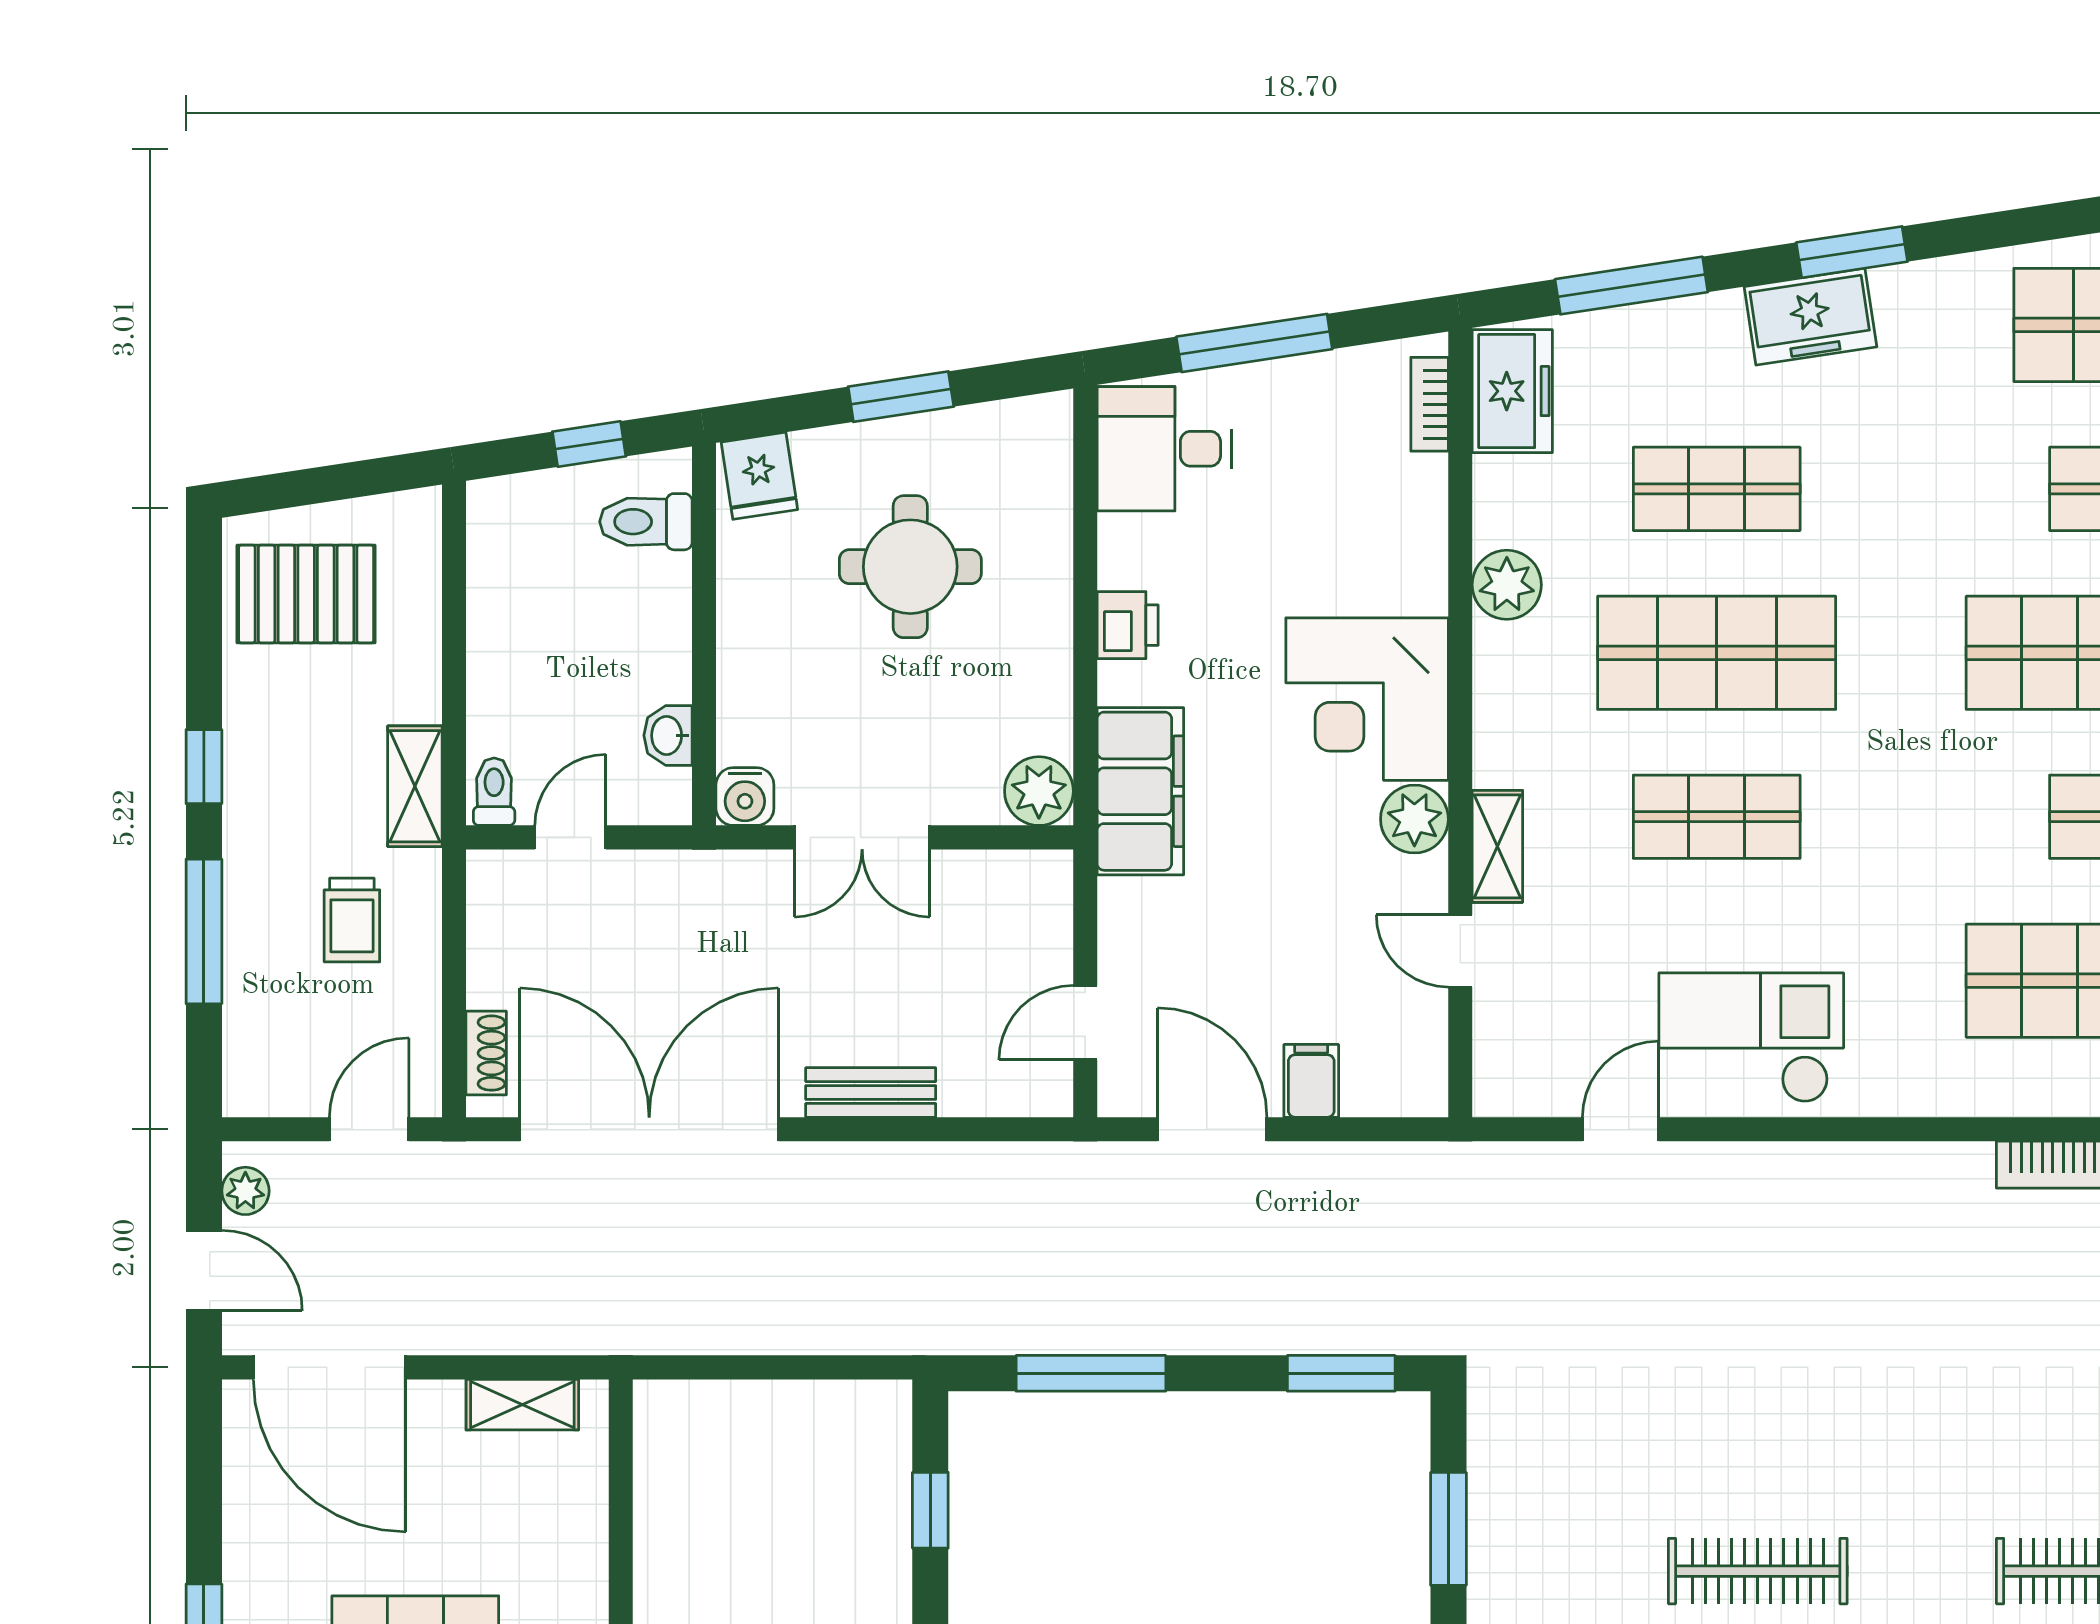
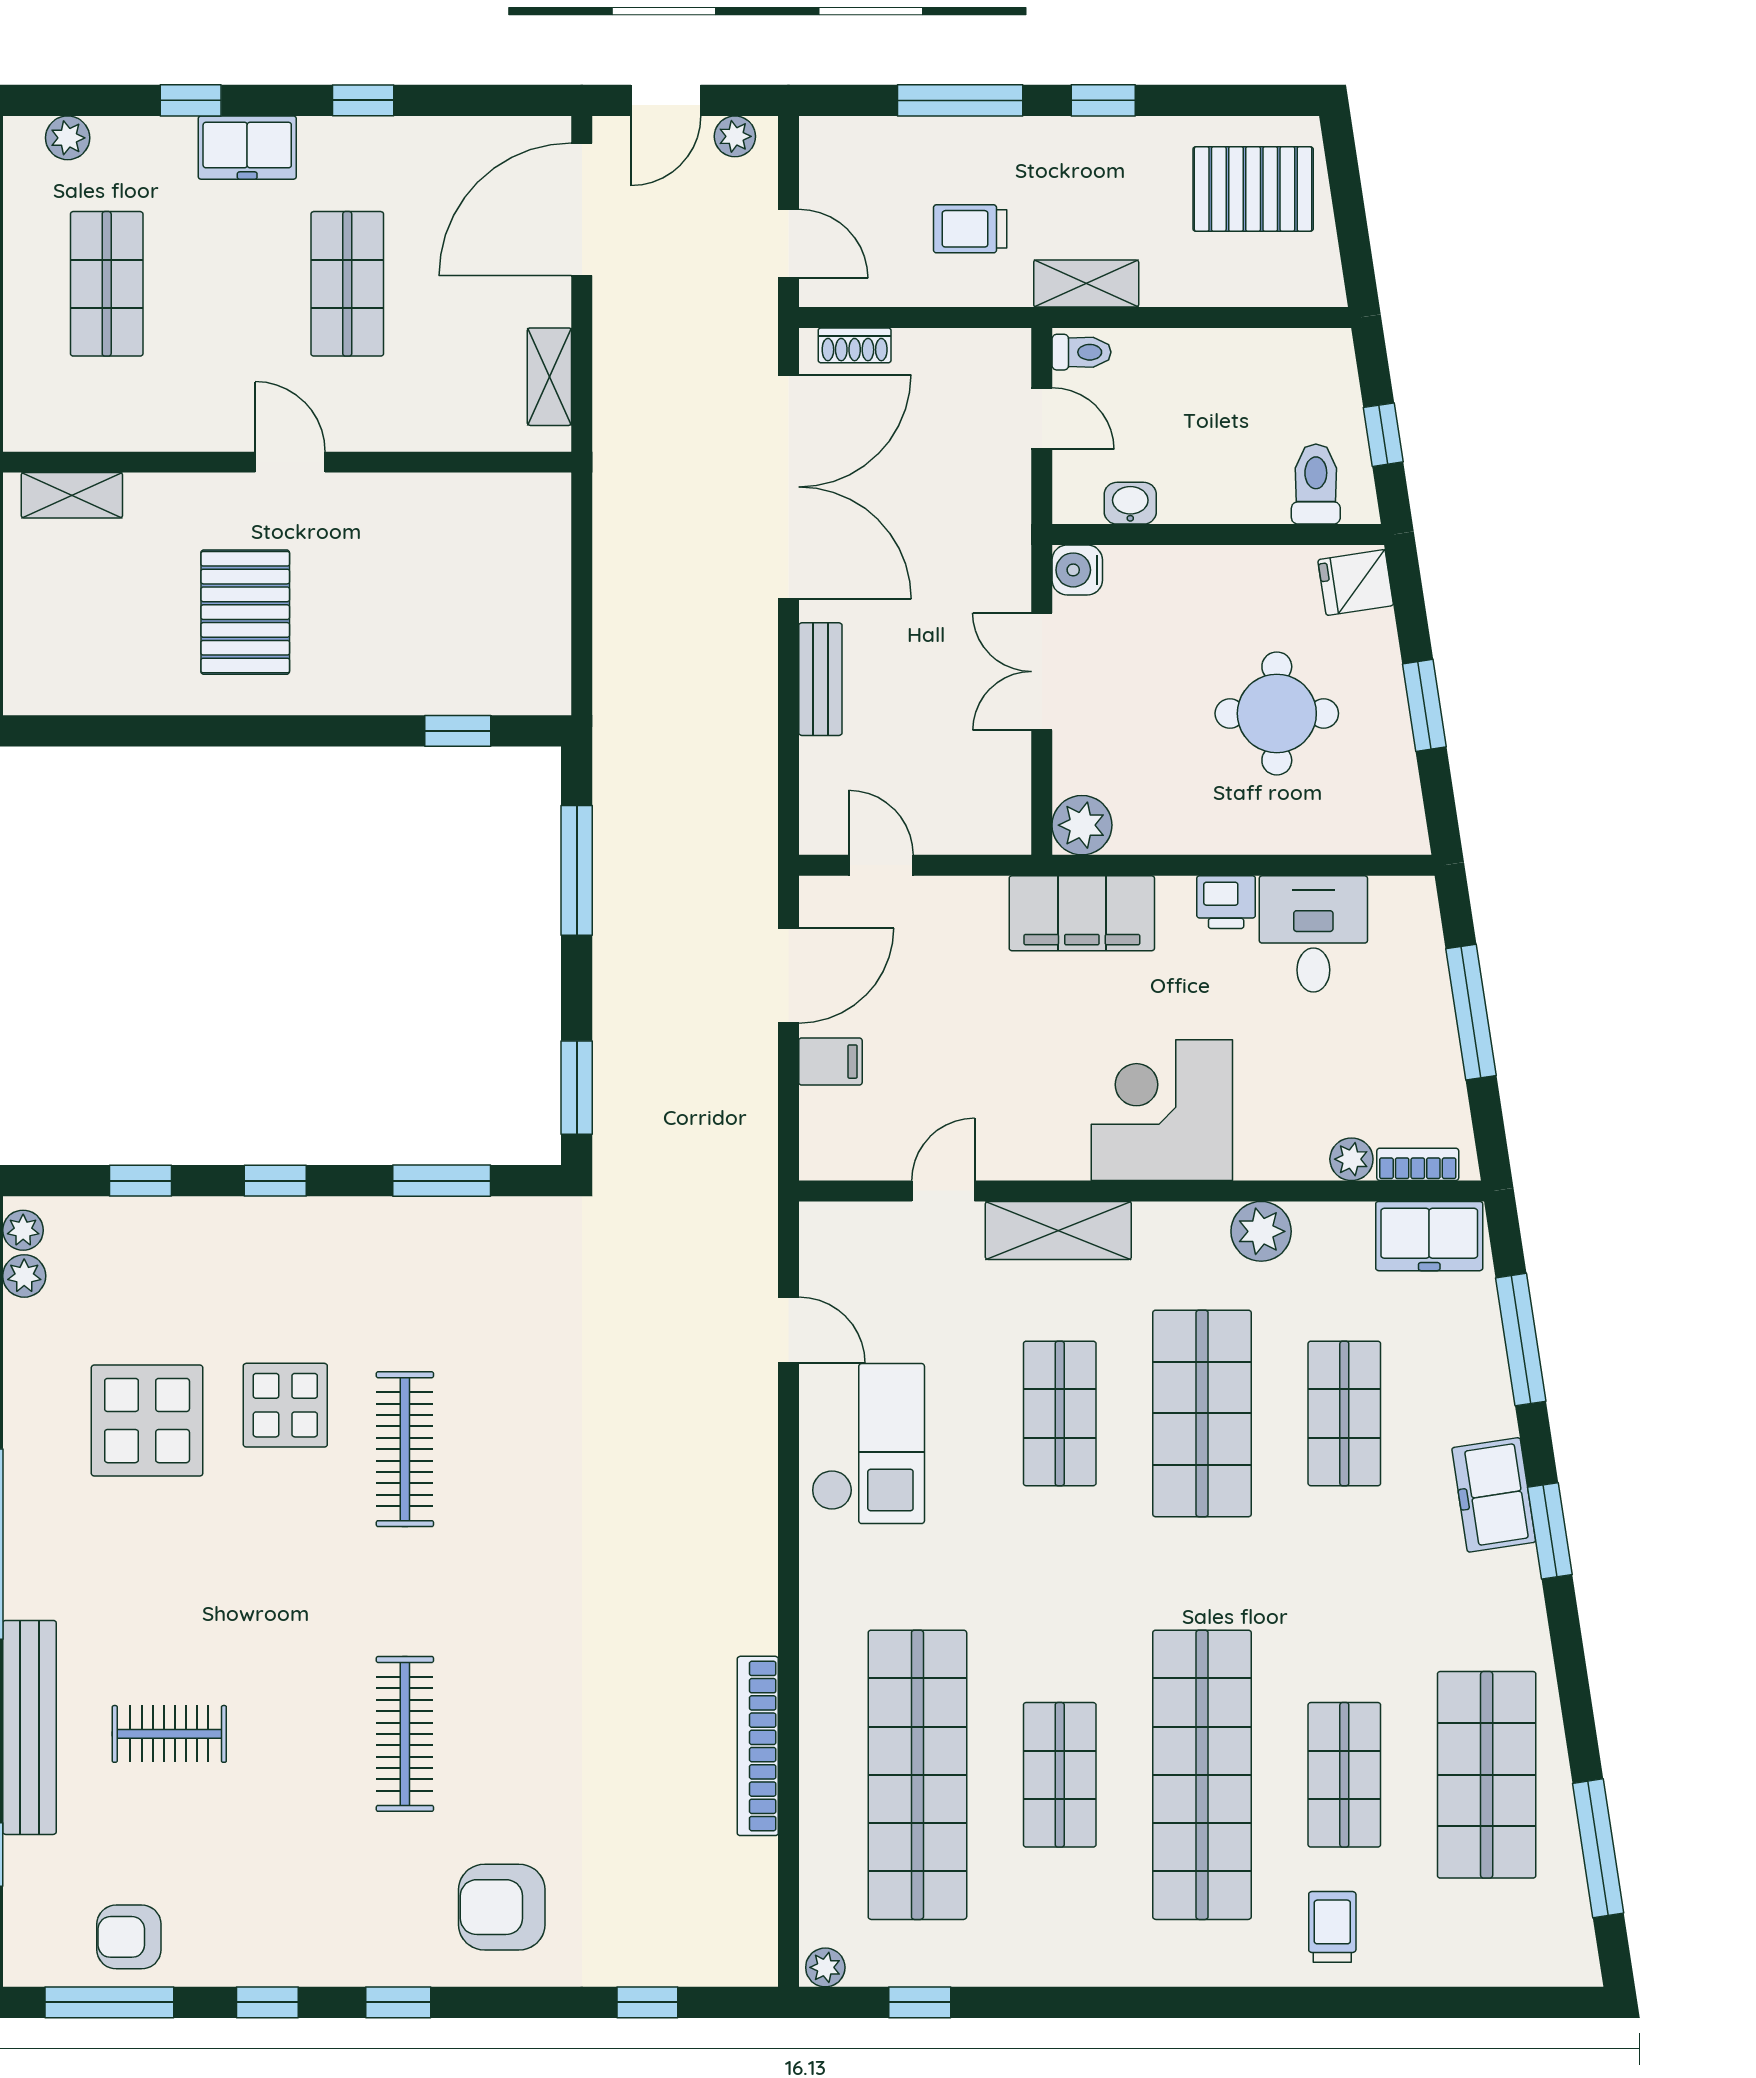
desk: (1164, 449) -> (1313, 934), moved
pallet: (306, 594) -> (1253, 189), turned 90
plant: (1414, 819) -> (1351, 1159), moved, width x0.73, depth x0.73
shelving: (1497, 846) -> (1058, 1230), width x1.50, depth x1.33

